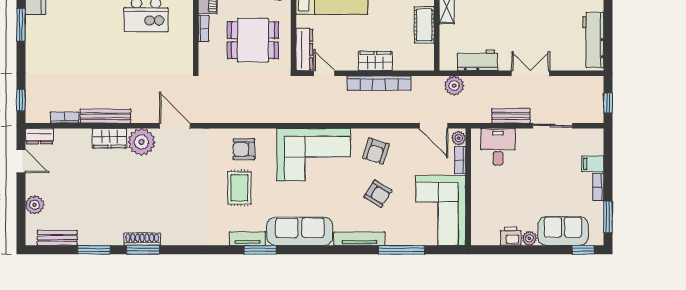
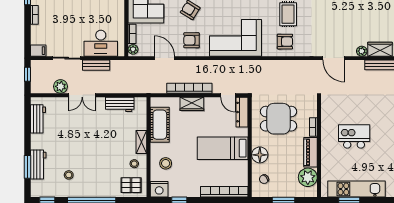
cot: (424, 25) -> (160, 125), width x1.37, depth x1.34
workbench: (593, 40) -> (38, 119), width x0.73
plant: (454, 86) -> (61, 86), moved
door: (434, 126) -> (164, 58), moved
plant: (141, 142) -> (362, 51), width x0.53, depth x0.53
desk: (498, 147) -> (101, 43), width x1.37
armchair: (376, 151) -> (192, 40), turned -107
filing cabinet: (593, 164) -> (38, 51), moved

